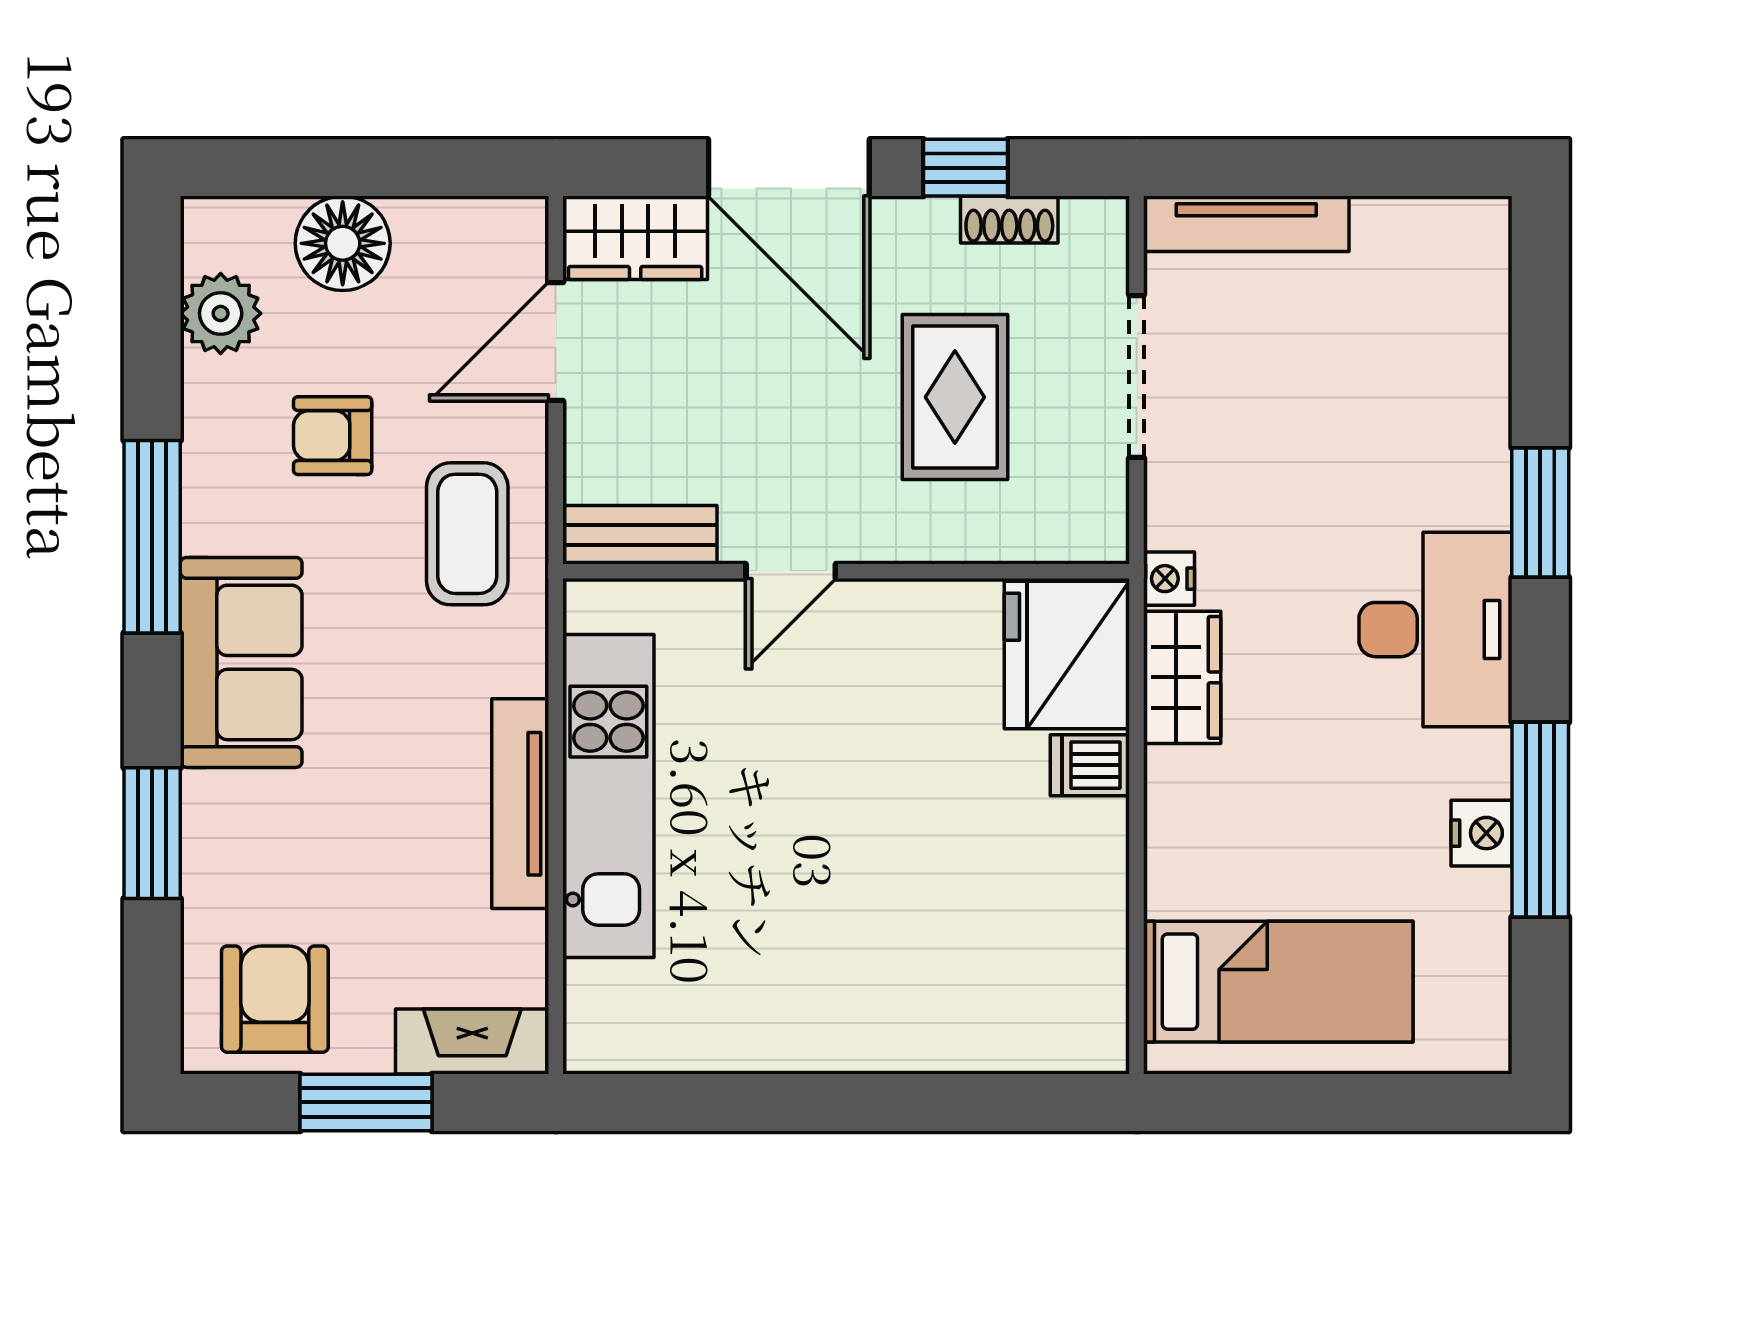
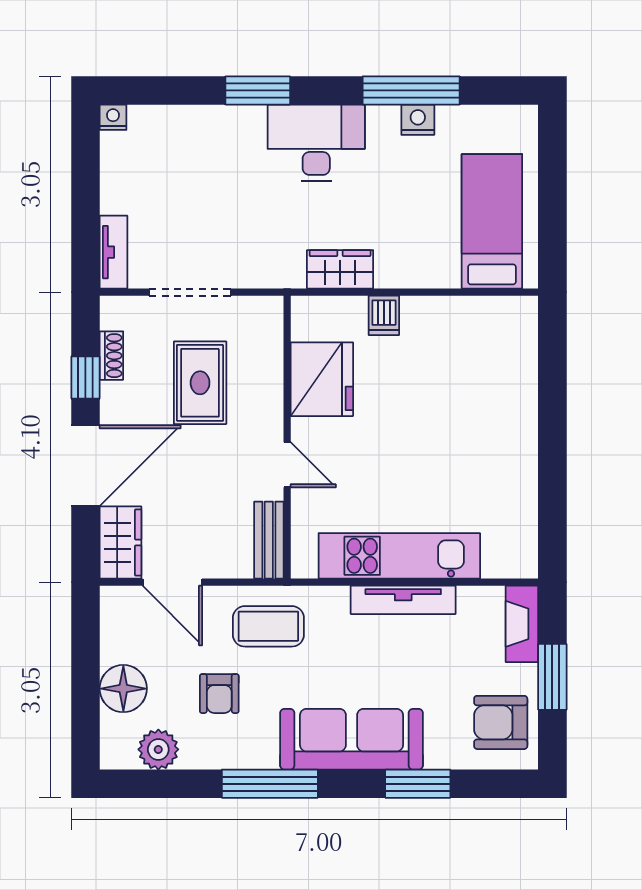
tv unit: (1246, 224) -> (114, 252), width x0.71
rug: (955, 397) -> (200, 383), turned 90
nightstand: (1169, 579) -> (113, 117), moved, turned 180
fridge: (1067, 655) -> (322, 379), moved, turned -90
sofa: (241, 662) -> (352, 739), width x1.36

